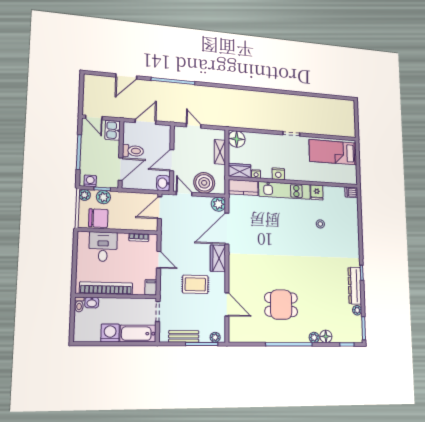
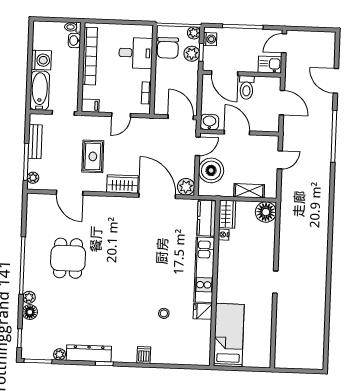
bed: (333, 152) -> (229, 335), moved
nightstand: (278, 174) -> (224, 263), removed
dishwasher: (351, 192) -> (144, 355), moved
door: (227, 304) -> (70, 193), hinge flipped

